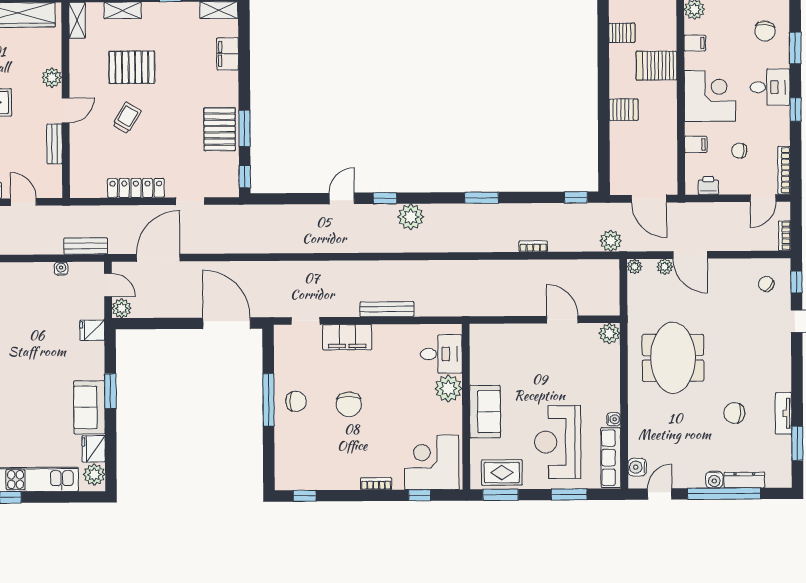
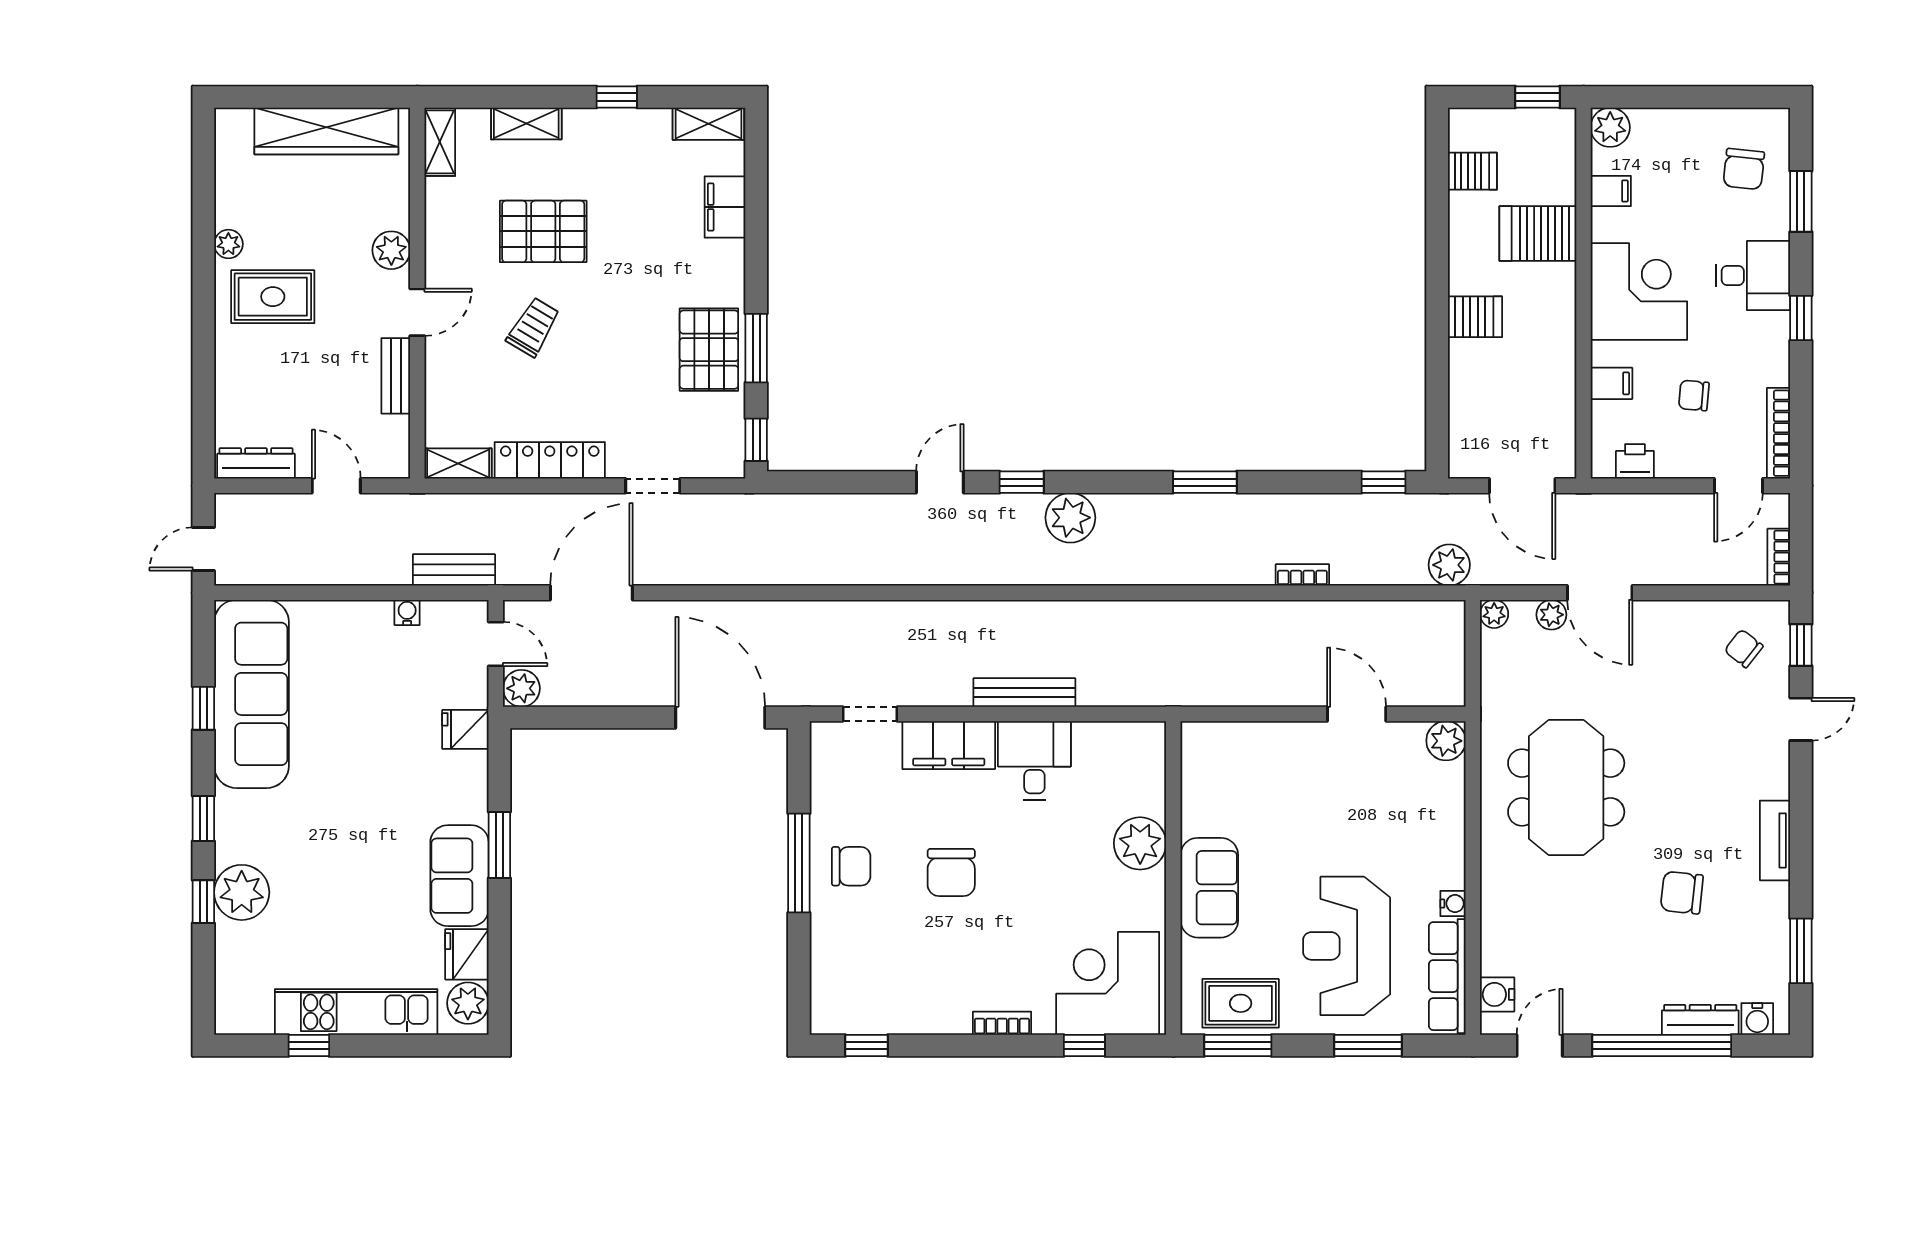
shelving: (88, 190) -> (458, 463), added
desk: (441, 354) -> (1034, 760), moved, turned -90
tv unit: (783, 413) -> (1775, 840), moved
water cooler: (714, 480) -> (1757, 1019), moved

